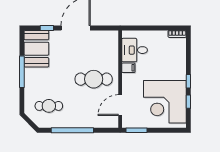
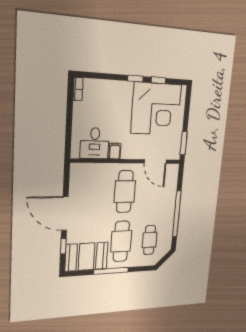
cafe table: (49, 79) -> (121, 241), added

